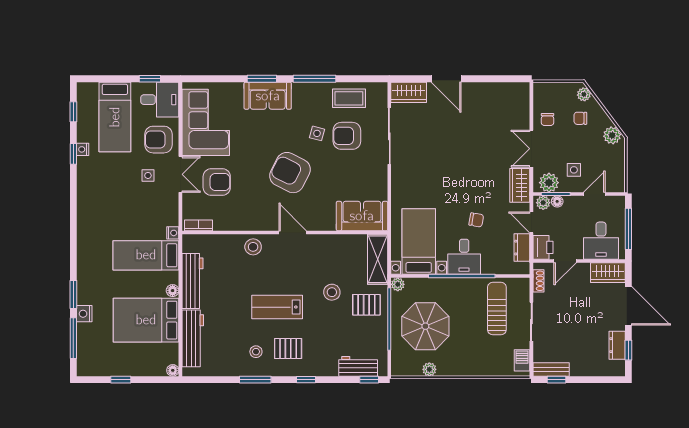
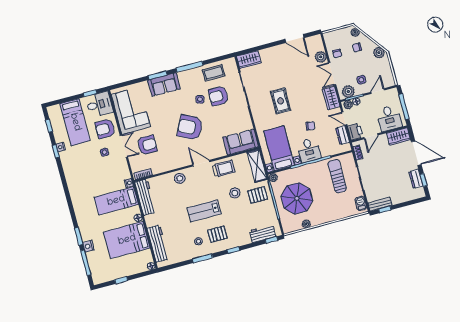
door: (446, 79) -> (294, 39), moved
plant: (521, 118) -> (321, 57), added
rug: (441, 169) -> (281, 101), added
trolley: (325, 250) -> (224, 169), added
workbench: (192, 281) -> (145, 197), moved

